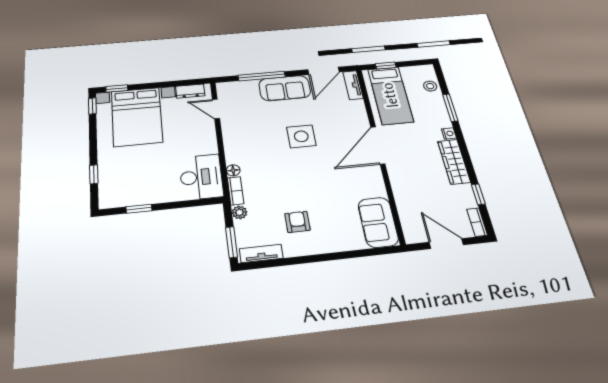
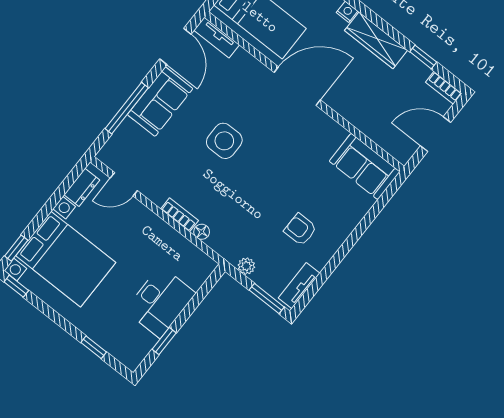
door: (378, 145) -> (297, 86), swing flipped
desk: (201, 177) -> (160, 302), moved, turned 90
bookcase: (236, 191) -> (180, 215), moved

